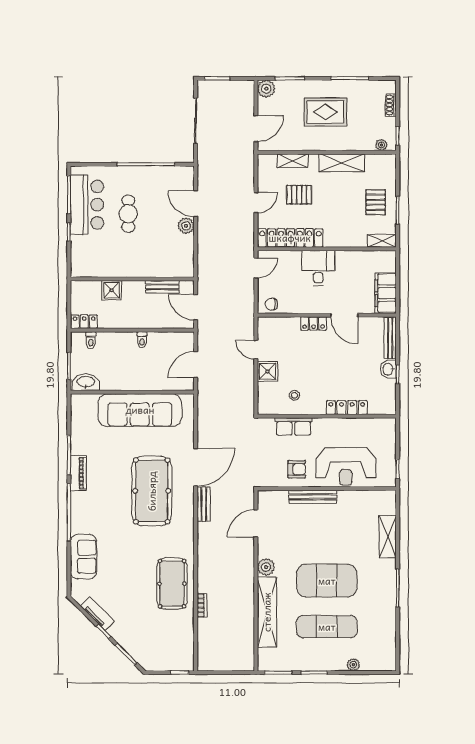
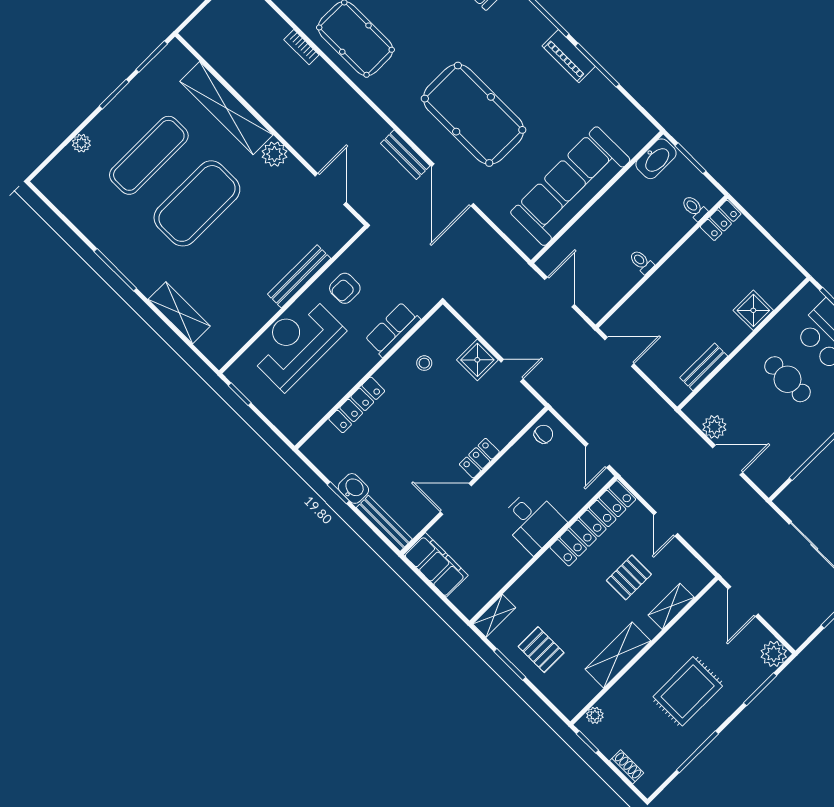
wall: (132, 279) -> (743, 344), moved
bench: (162, 287) -> (704, 367), moved
shower: (112, 290) -> (753, 310), moved

